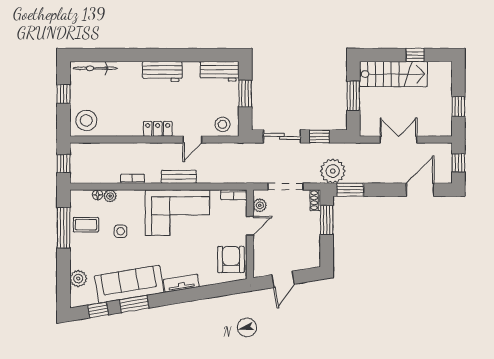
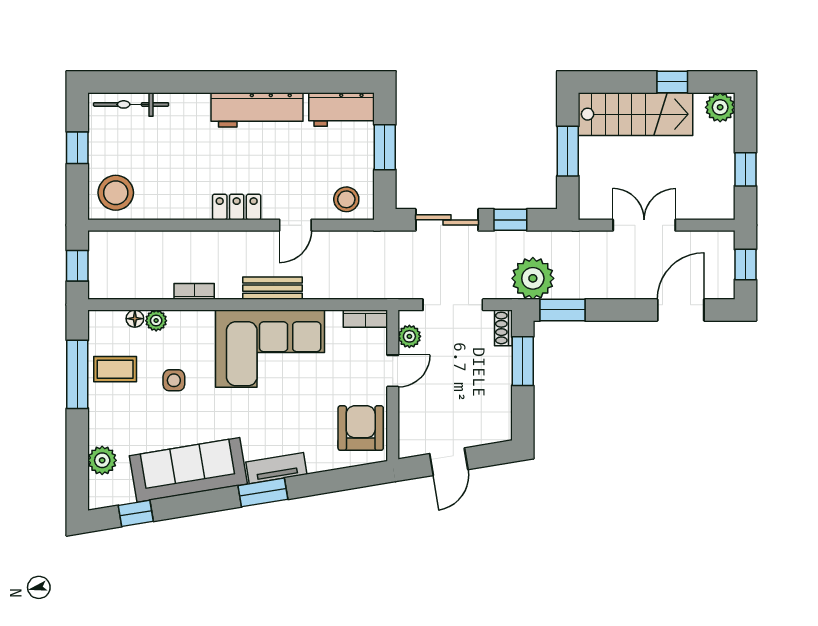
plant: (443, 70) -> (720, 107), added
workbench: (162, 71) -> (257, 110), width x1.37
window: (134, 304) -> (263, 492), moved

